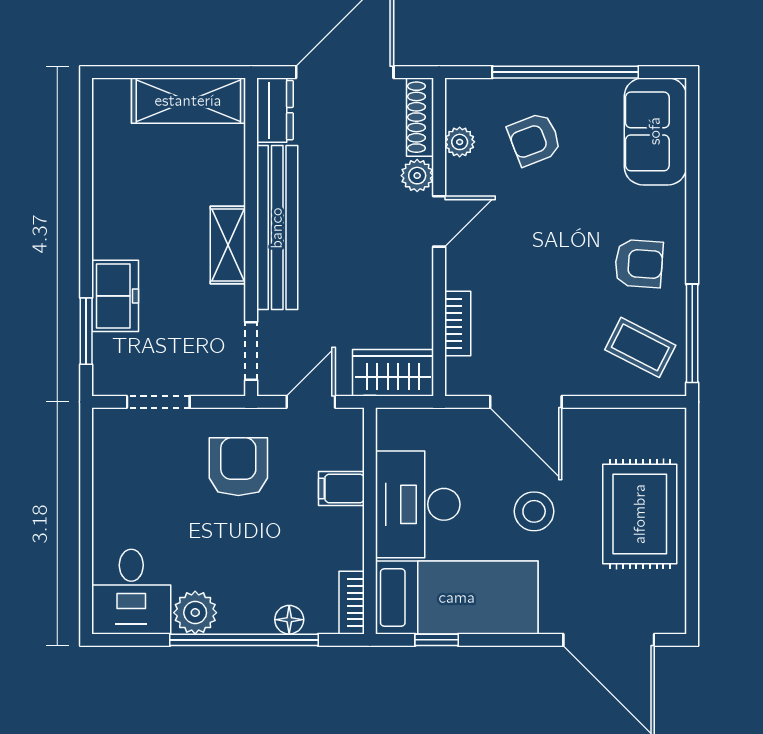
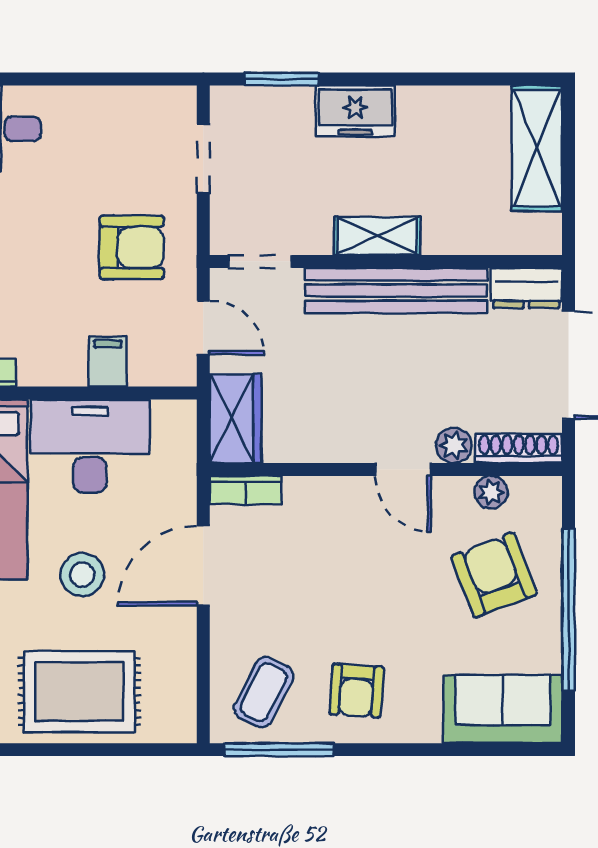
shelving: (188, 101) -> (537, 148), moved
armchair: (534, 139) -> (494, 575), width x1.38, depth x1.38
freezer: (115, 296) -> (355, 111), moved
bookcase: (458, 323) -> (245, 490), moved

